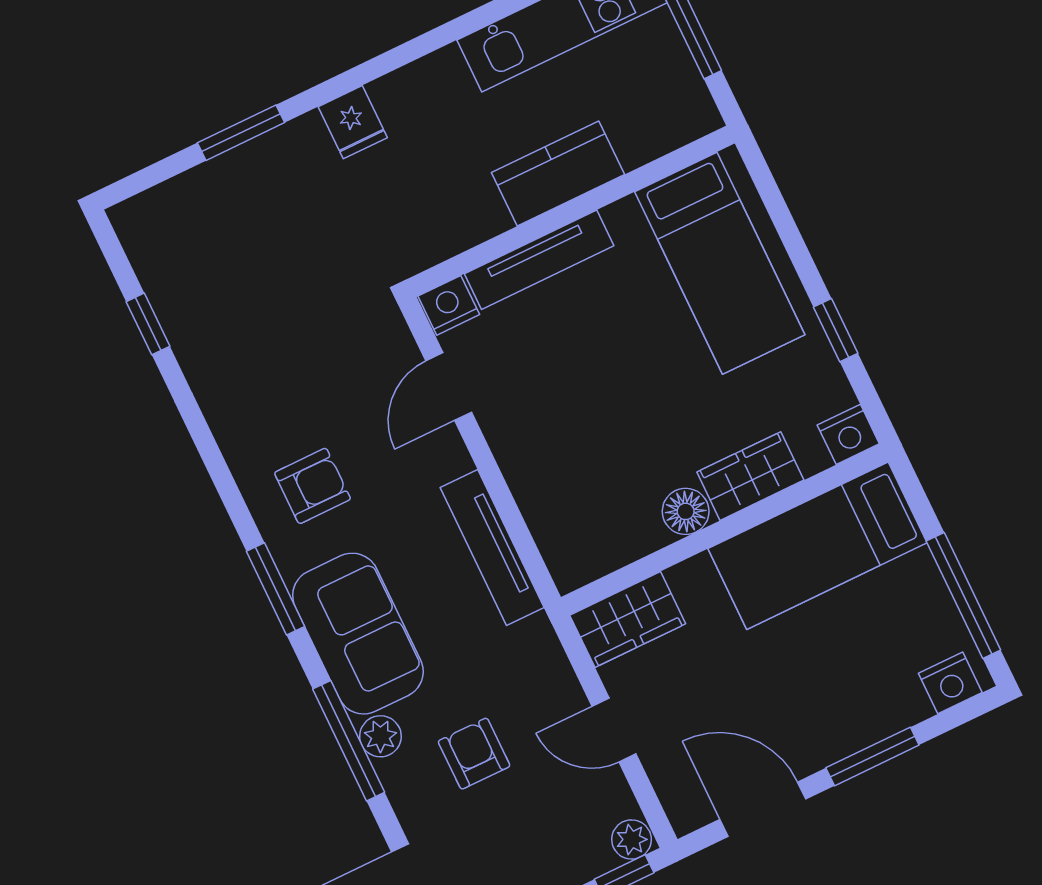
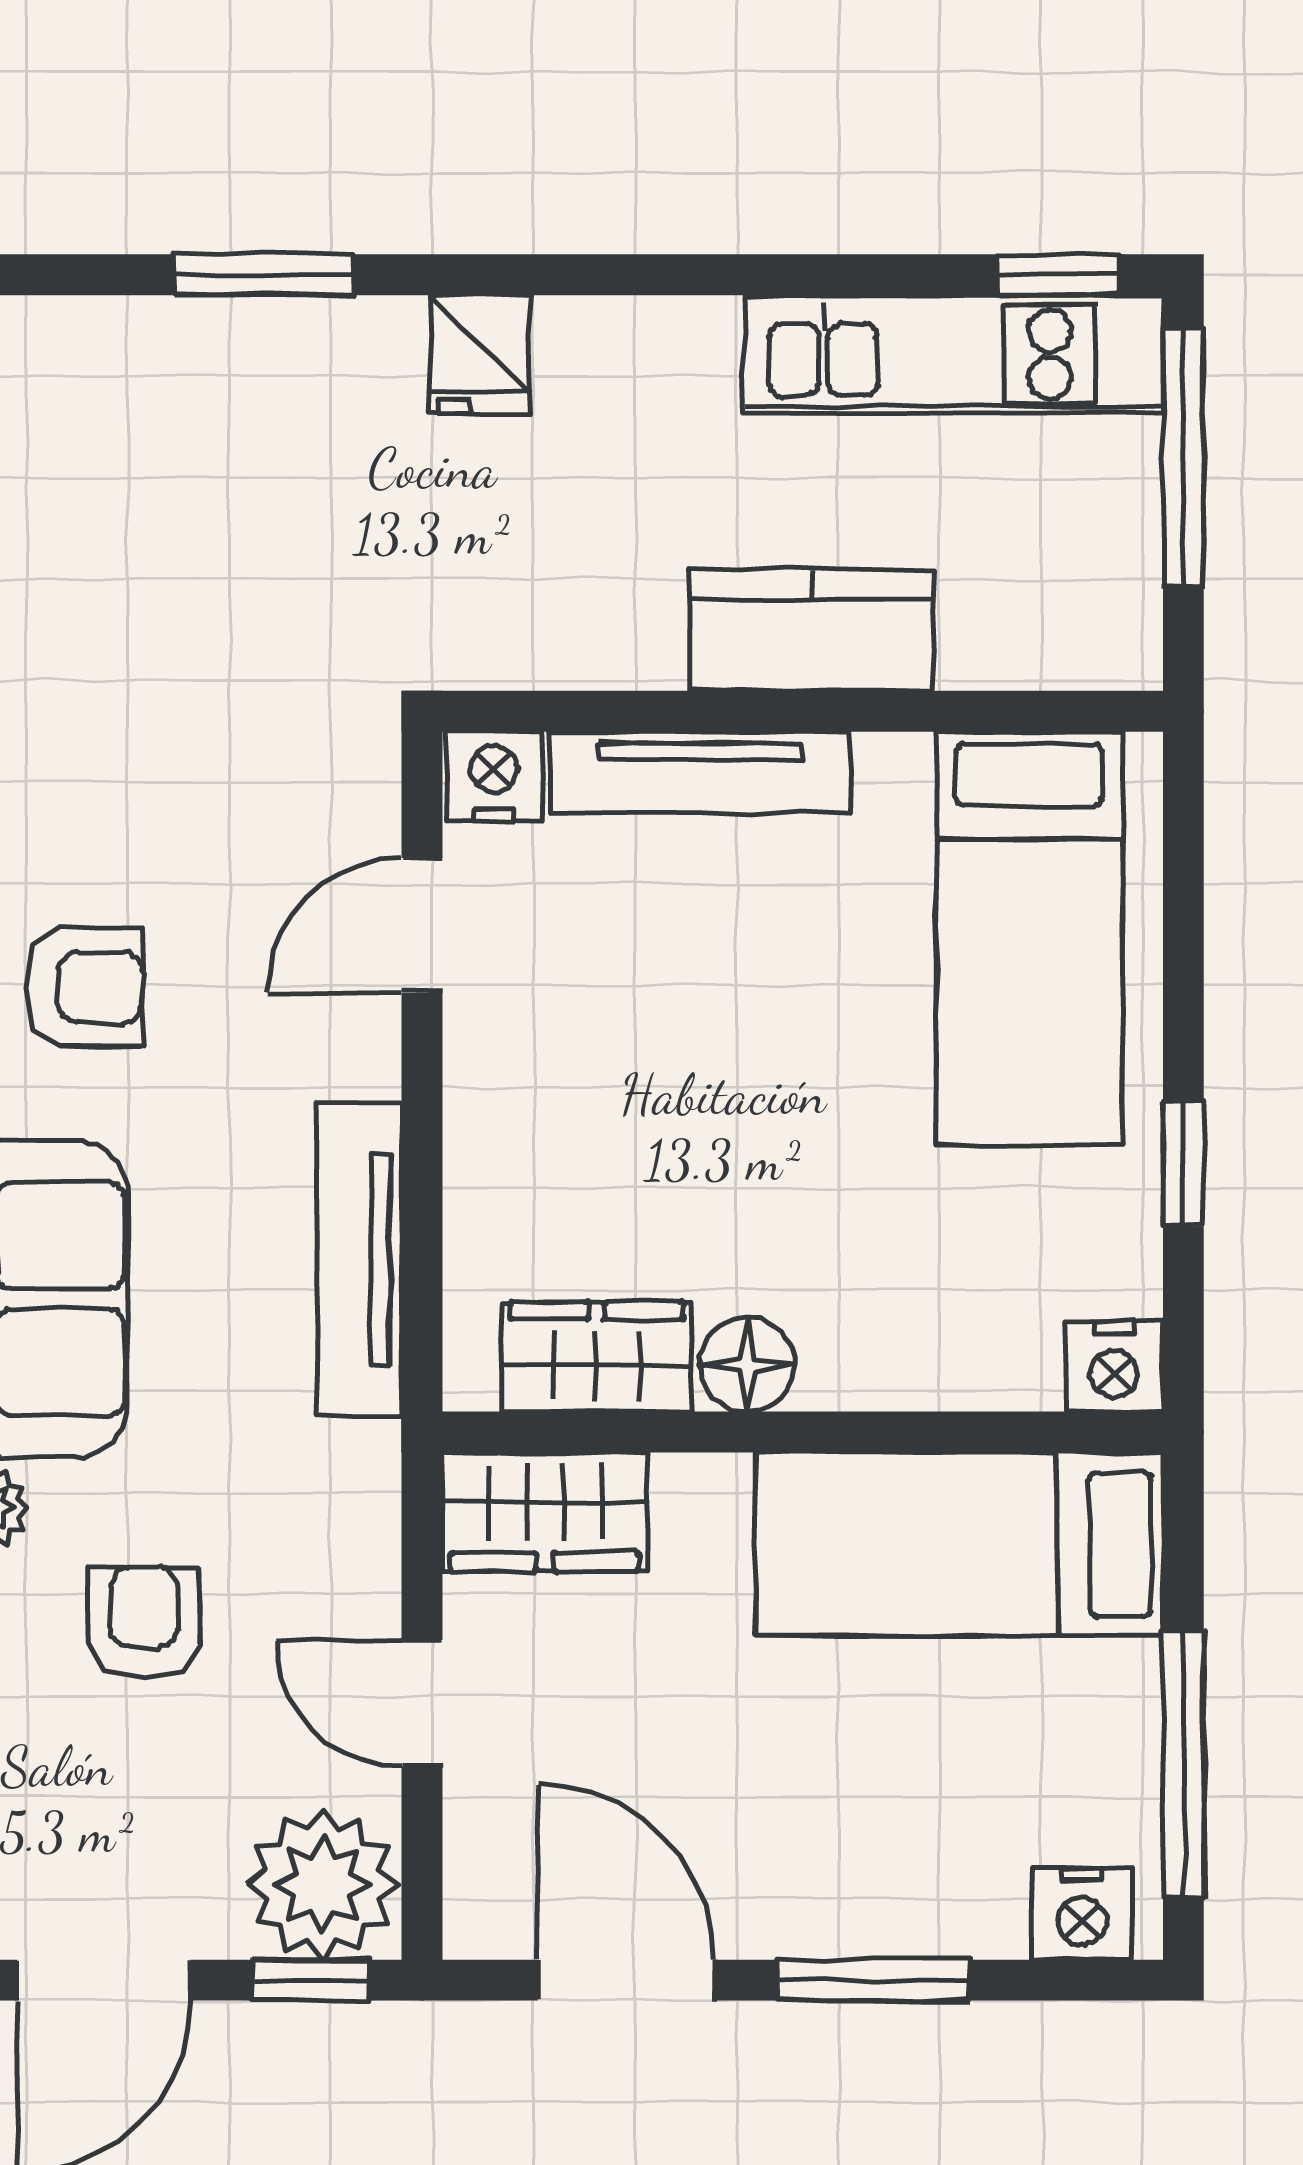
wardrobe: (750, 476) -> (597, 1357), moved
plant: (632, 839) -> (322, 1884), width x1.87, depth x1.87

